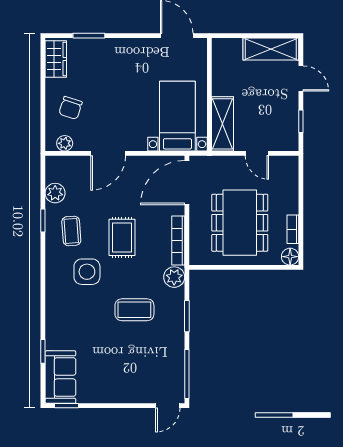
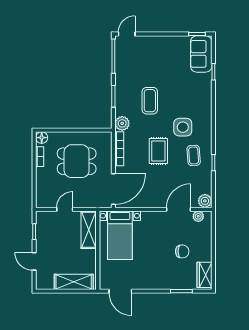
shelving: (271, 49) -> (74, 282), moved
chair: (71, 108) -> (182, 251), moved, turned 72
door: (108, 153) -> (179, 209), moved
door: (257, 153) -> (65, 209), hinge flipped
plant: (55, 193) -> (205, 201), moved
dining table: (240, 223) -> (77, 161), width x0.73
coffee table: (134, 310) -> (150, 101), turned 90

